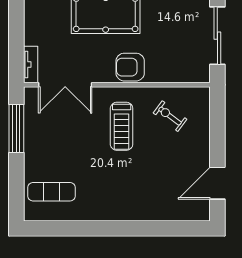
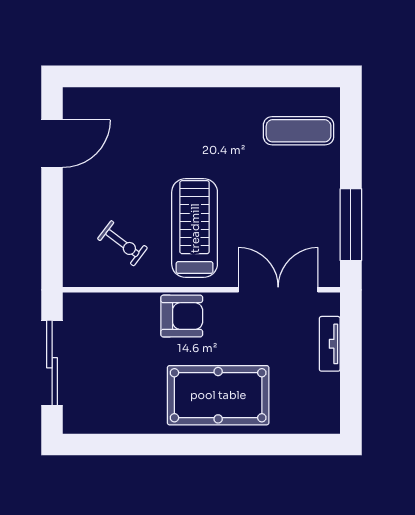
tv unit: (31, 64) -> (330, 344), moved
treadmill: (122, 126) -> (195, 228), width x1.37, depth x1.38

